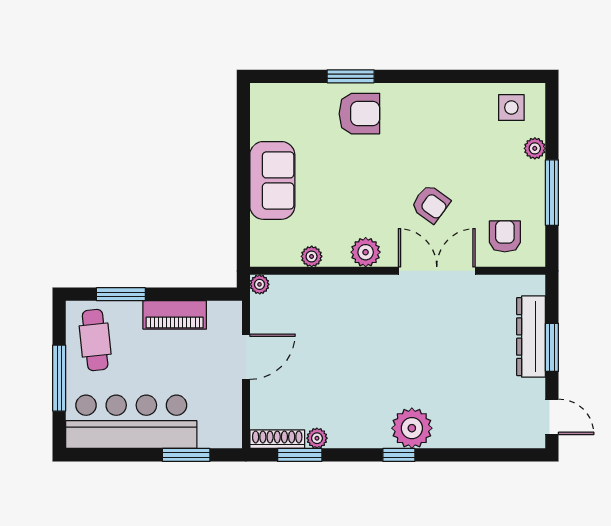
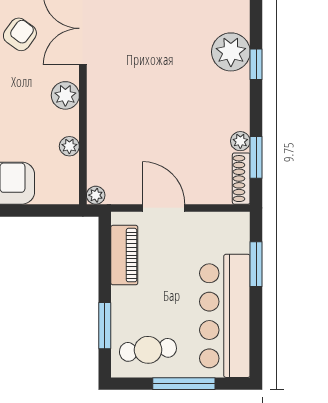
piano: (175, 315) -> (124, 255), moved

